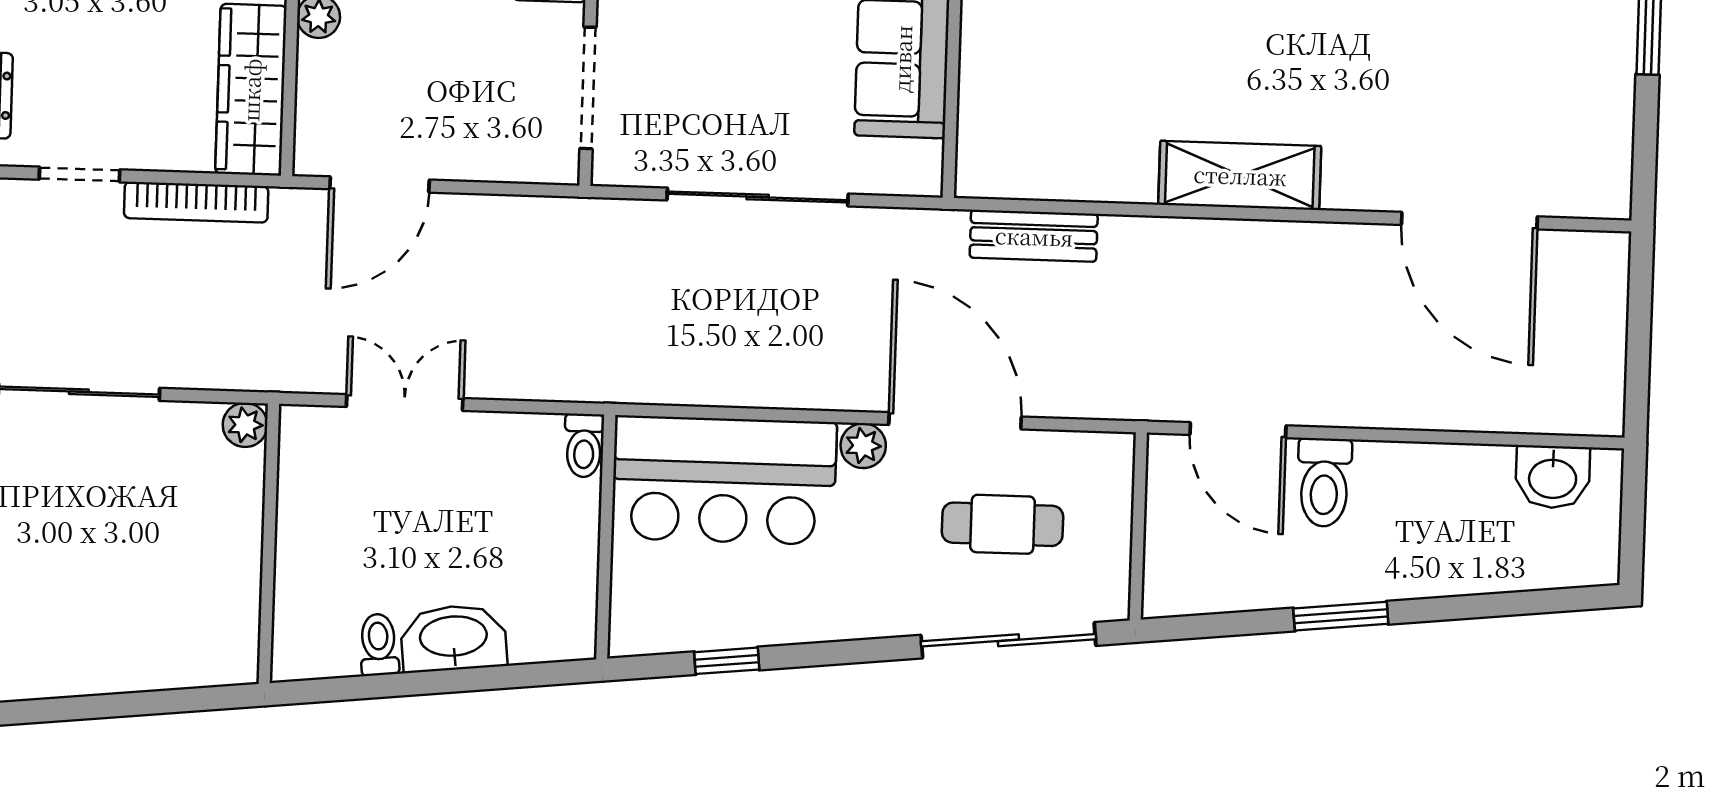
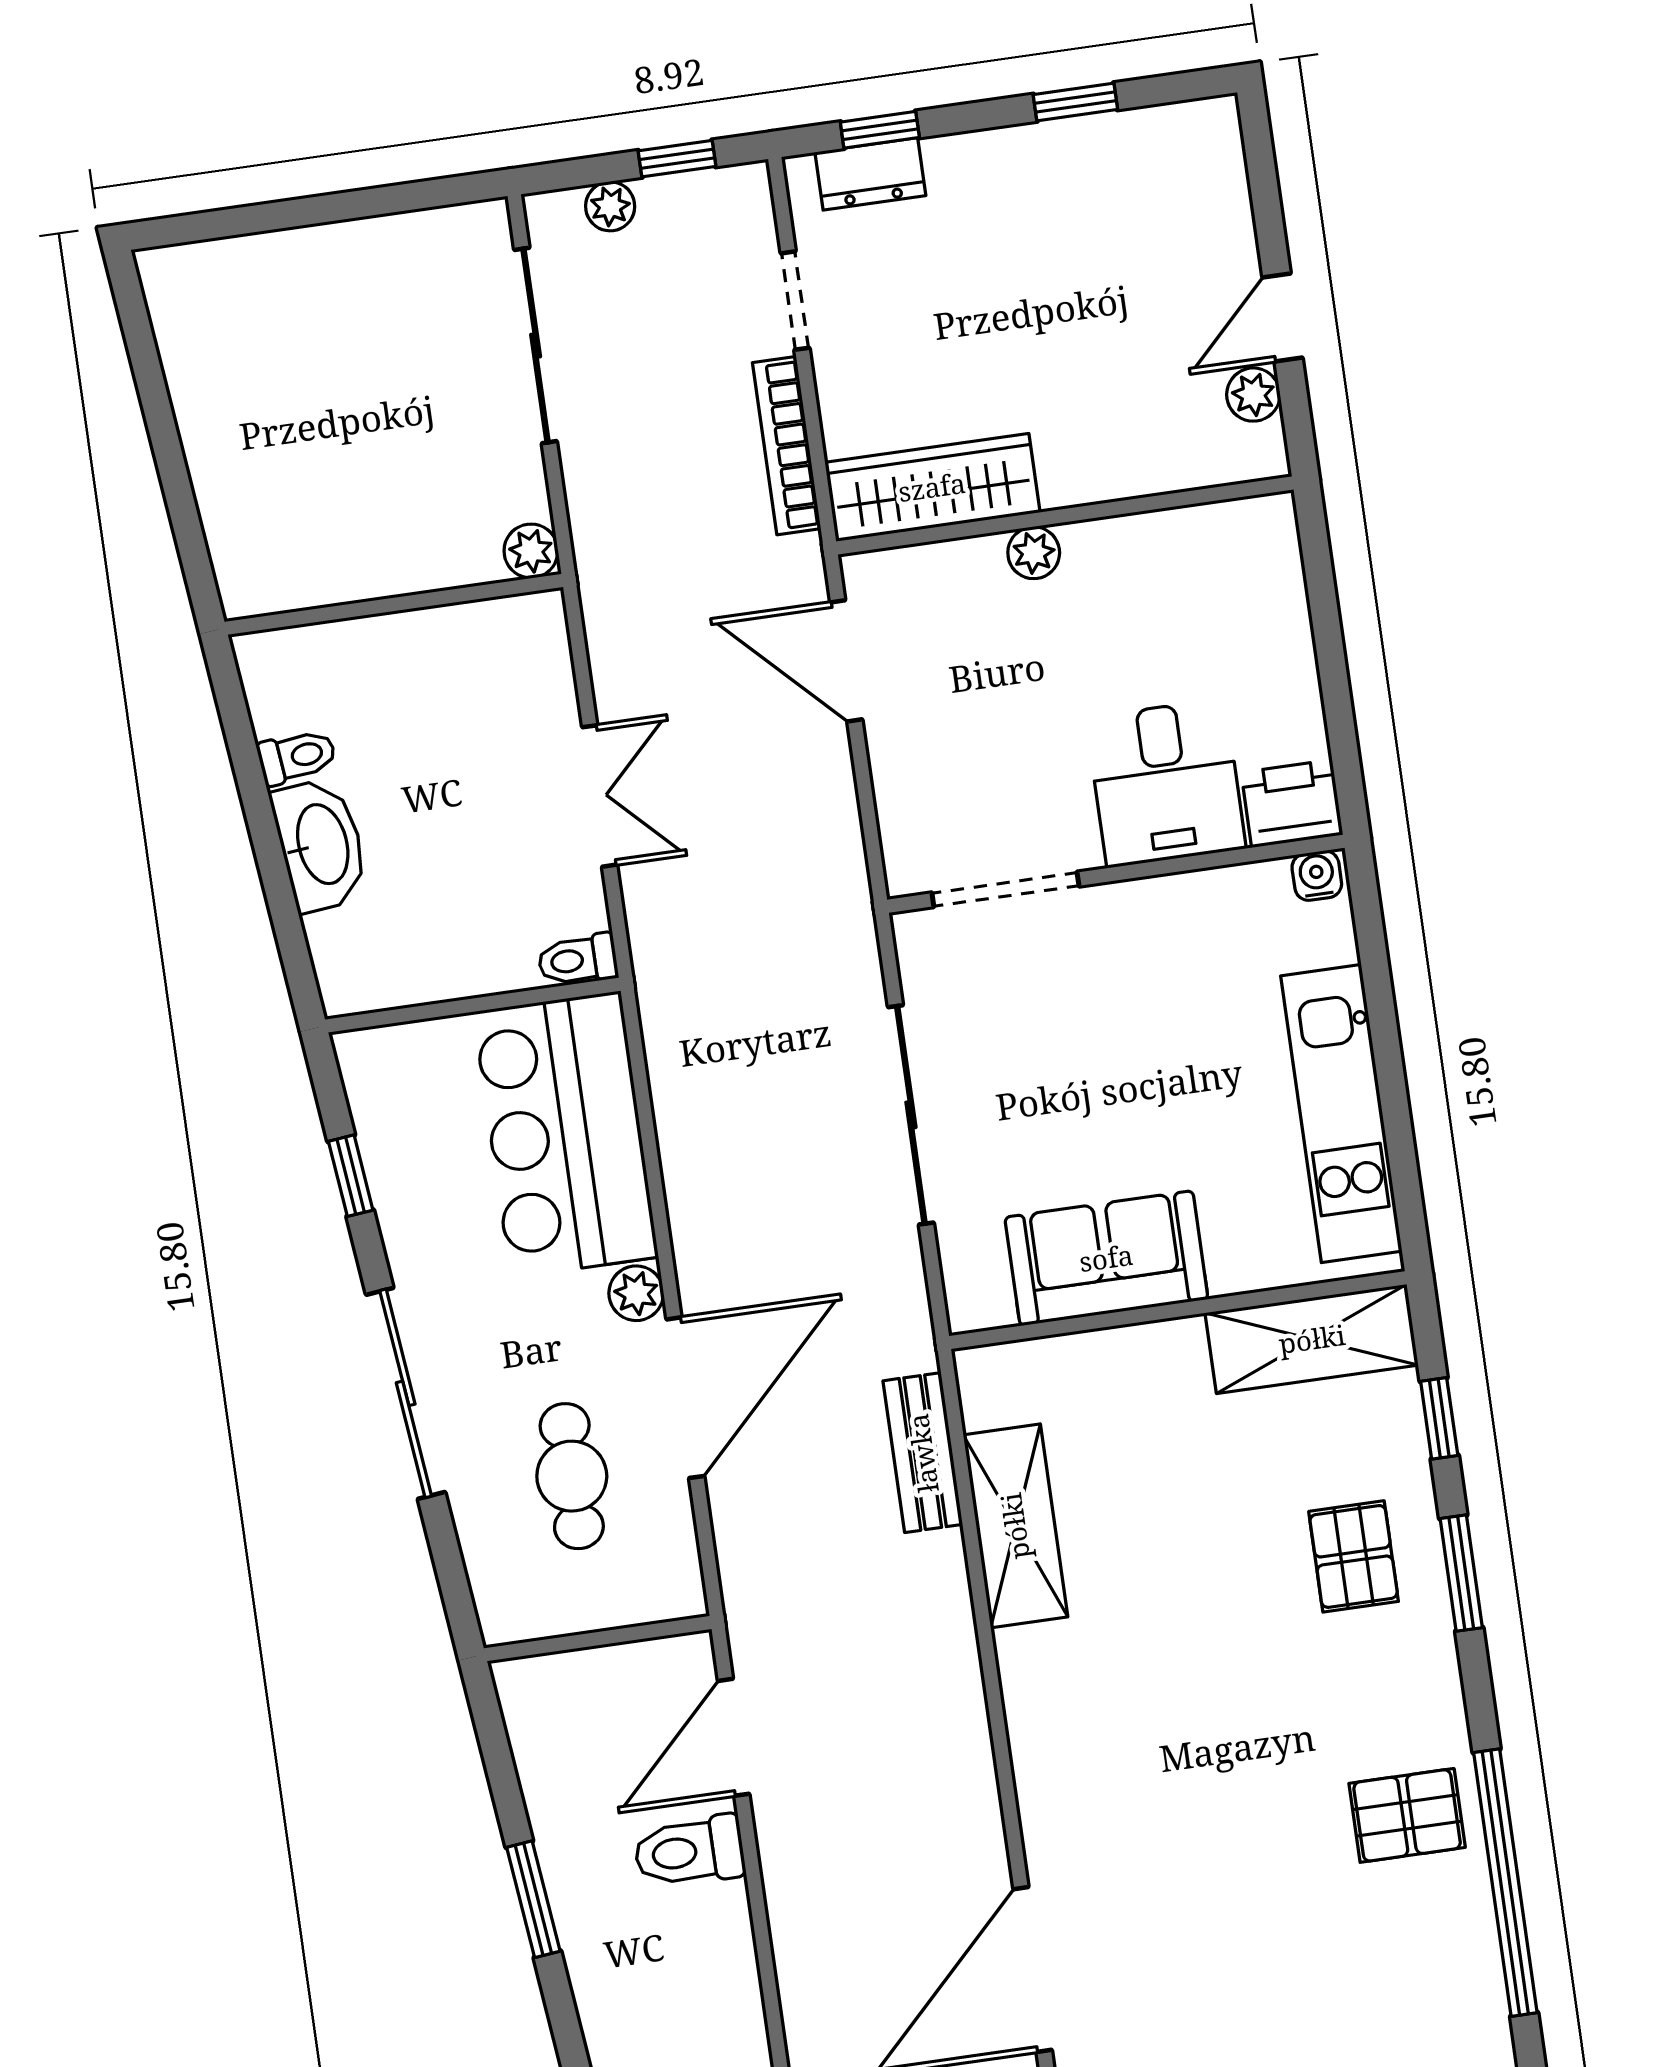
shelving: (1240, 175) -> (1015, 1526), moved
double door: (405, 403) -> (600, 796), moved
sliding door: (1008, 640) -> (406, 1393), moved

